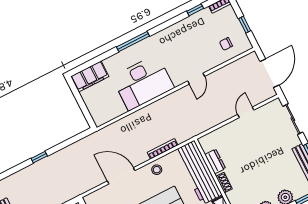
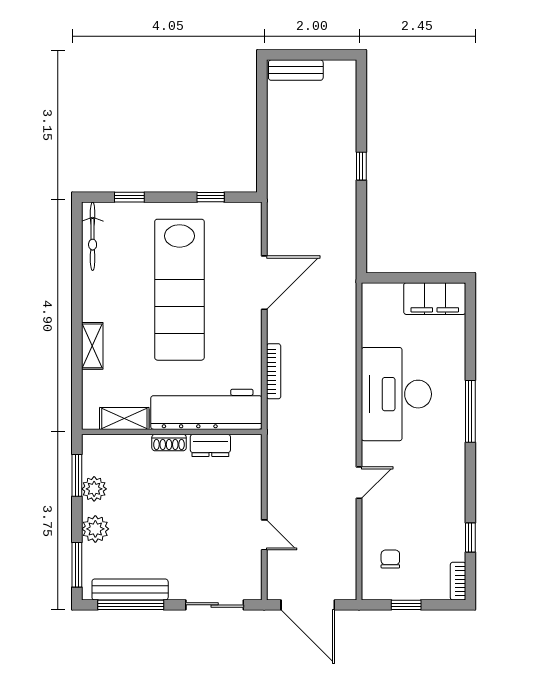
filing cabinet: (90, 76) -> (435, 299), moved, turned -90
door: (196, 79) -> (359, 483), swing flipped
stool: (157, 170) -> (245, 345), removed

